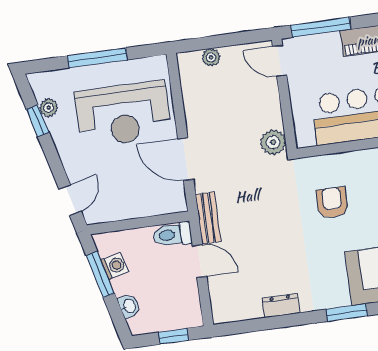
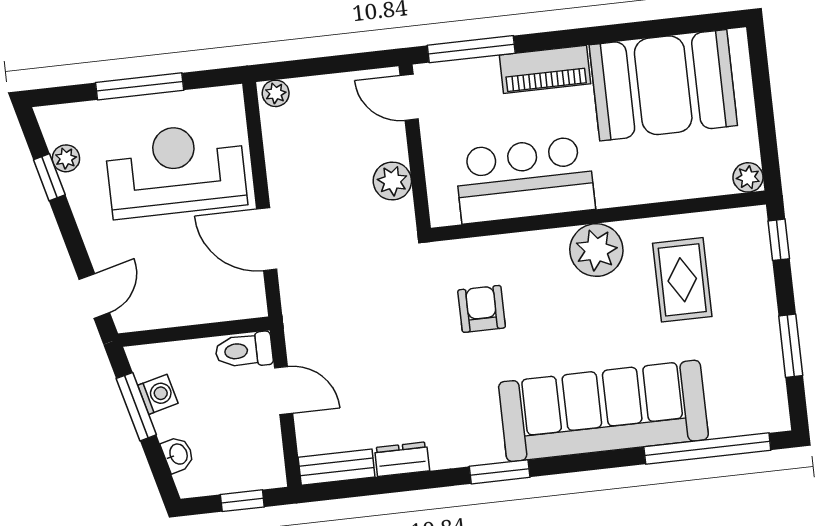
plant: (211, 57) -> (276, 93), moved
reception desk: (123, 114) -> (176, 170), turned 180
plant: (273, 142) -> (392, 181), moved
bench: (208, 218) -> (337, 467), moved, turned 90

